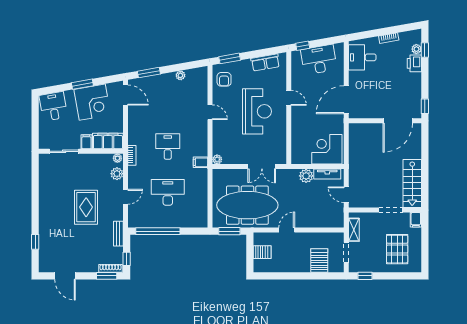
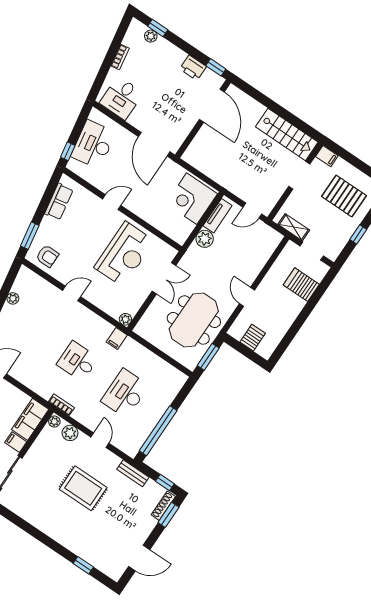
printer: (414, 63) -> (193, 68), moved
reception desk: (257, 111) -> (124, 254), moved, turned 90
meeting table: (247, 205) -> (194, 320), width x0.73
window: (365, 276) -> (358, 234), moved

